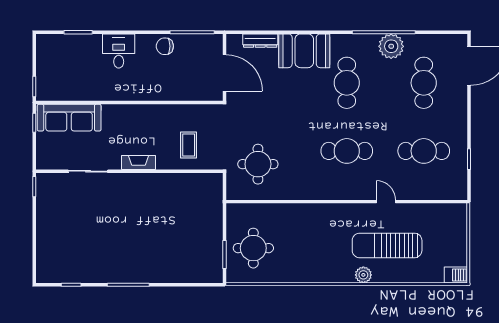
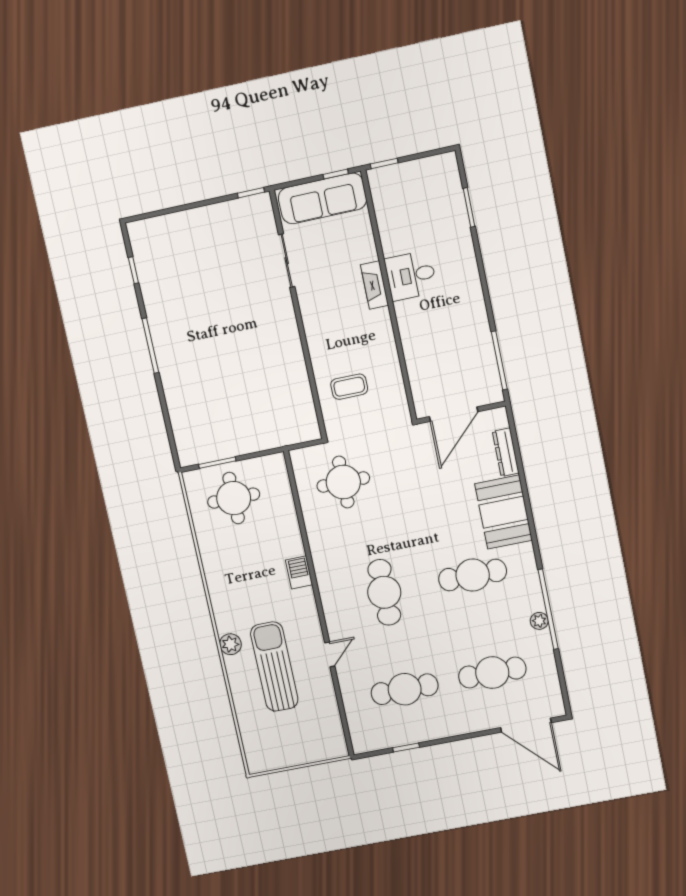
chair: (165, 46) -> (473, 328), removed
plant: (391, 46) -> (539, 621), width x0.53, depth x0.53
desk: (119, 51) -> (411, 276), moved, turned 180
sofa: (69, 118) -> (322, 198), moved, turned -90
cafe table: (424, 151) -> (405, 689), turned 90
fireplace: (138, 162) -> (374, 285), moved, turned 180
barbecue: (456, 275) -> (299, 572), moved, turned 180

